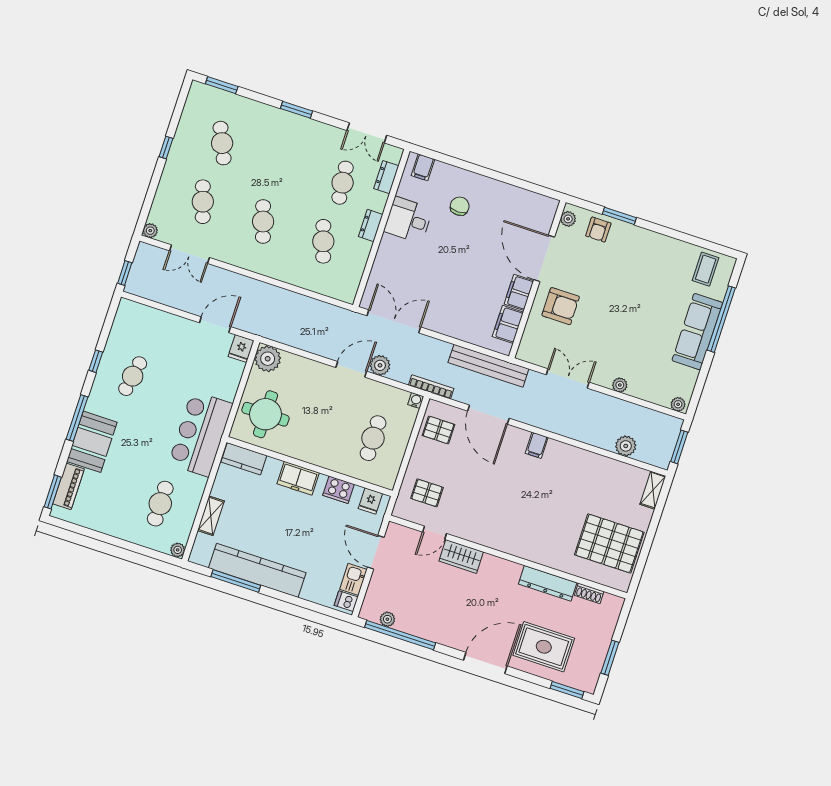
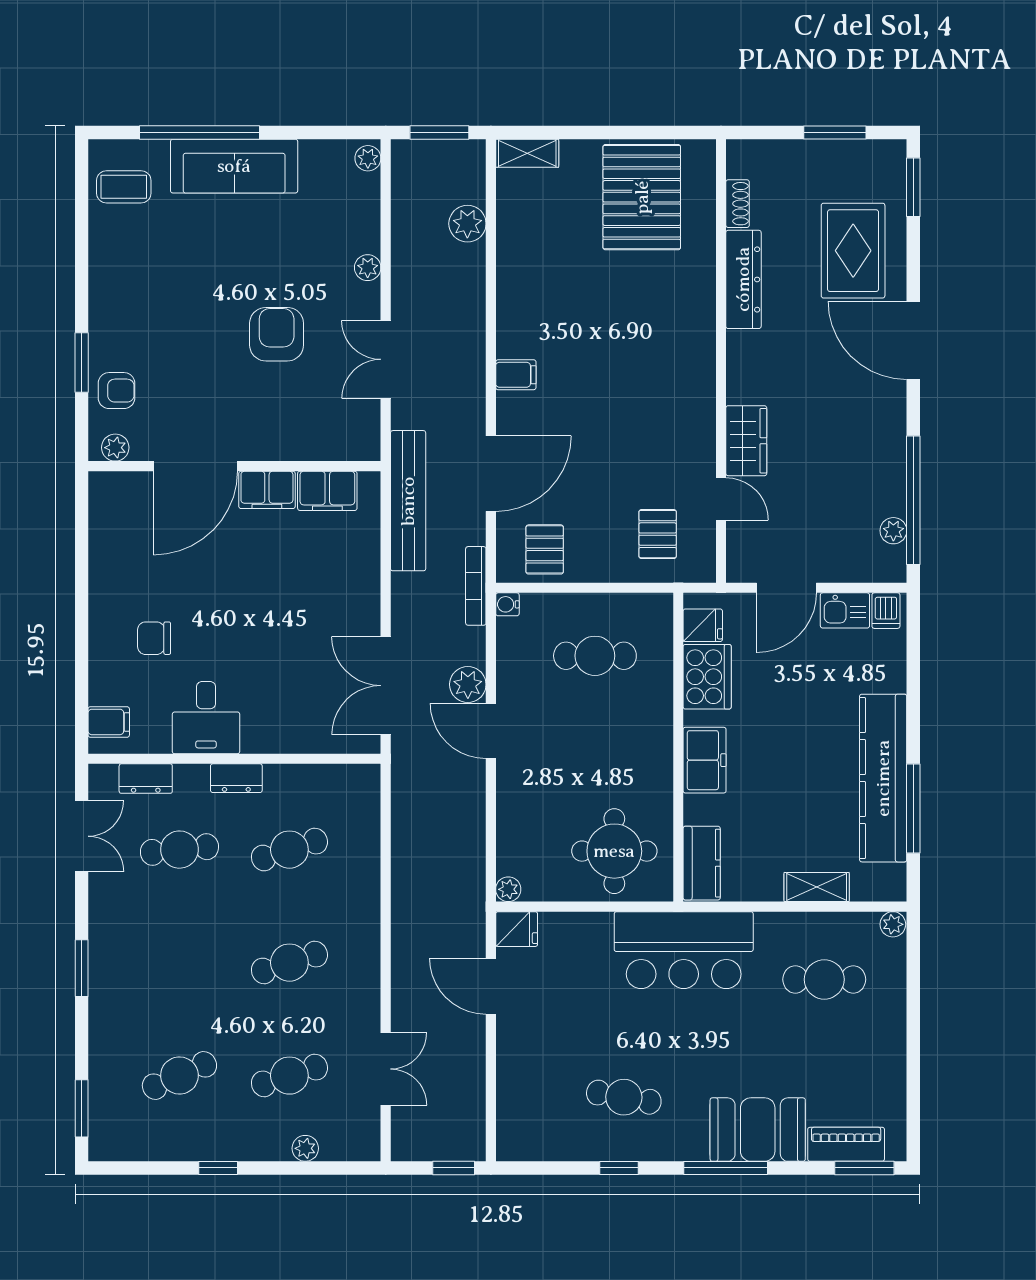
plant: (150, 231) -> (305, 1148), moved
armchair: (561, 306) -> (277, 334), moved
plant: (268, 359) -> (508, 889), width x0.53, depth x0.53
cooker: (338, 490) -> (707, 677), width x1.37, depth x1.31

